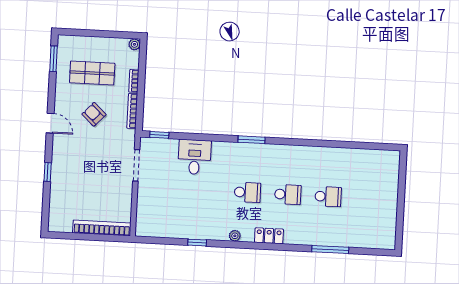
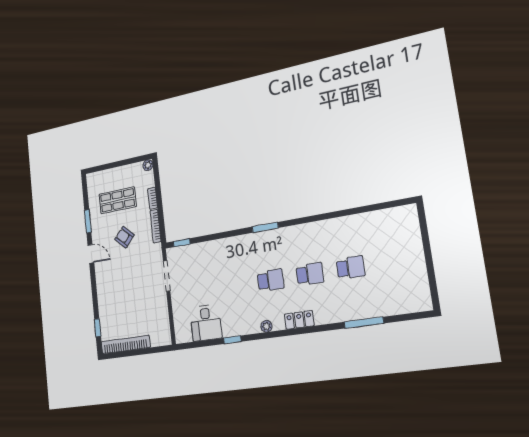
window: (54, 59) -> (88, 221), moved
desk: (194, 157) -> (206, 323), moved, turned 180
window: (48, 172) -> (98, 328), moved
bookcase: (102, 228) -> (125, 345), moved

